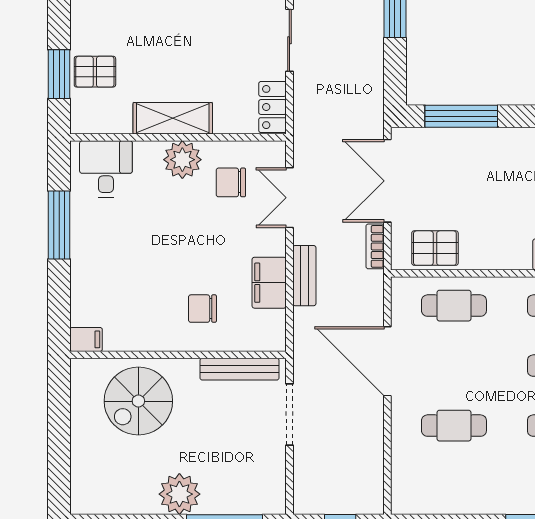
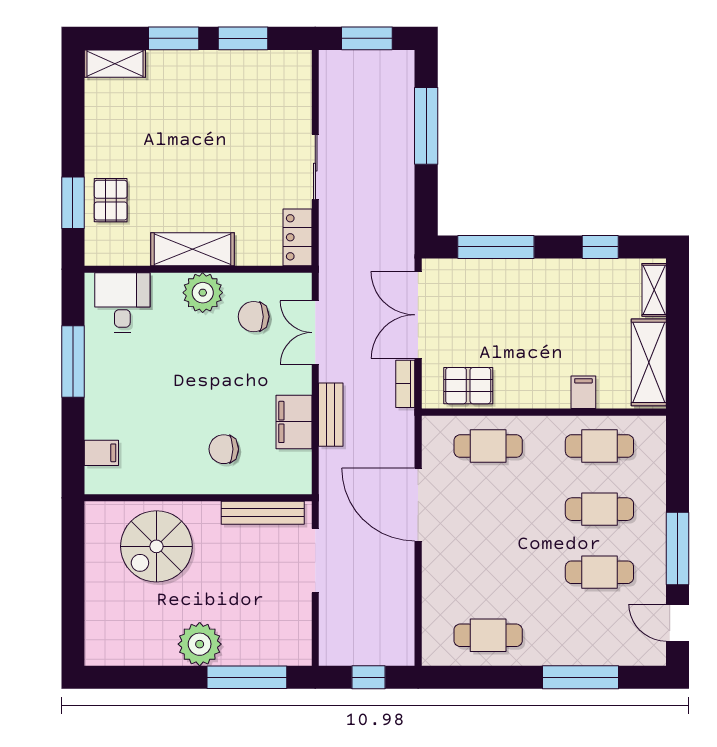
pallet: (95, 72) -> (111, 200), turned 90
filing cabinet: (86, 339) -> (101, 453), moved
cafe table: (454, 426) -> (488, 635), moved

